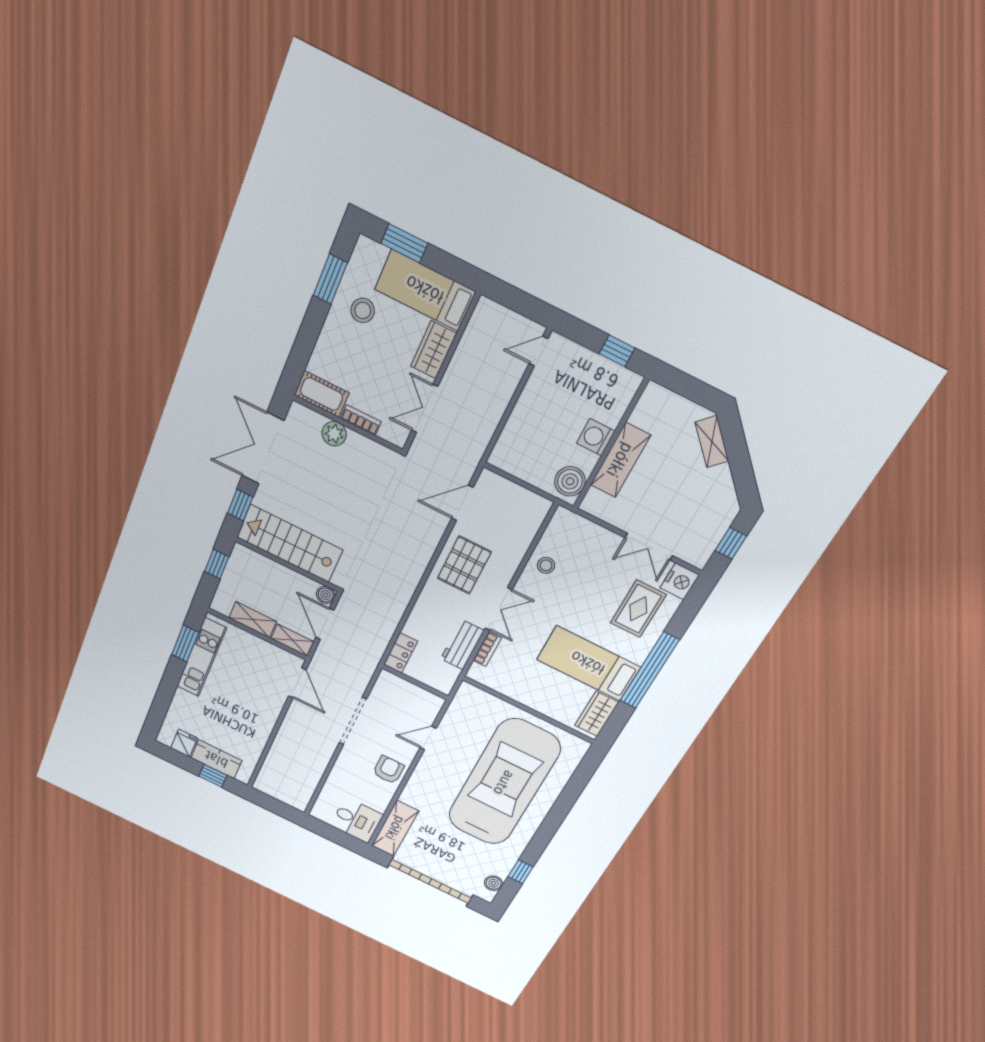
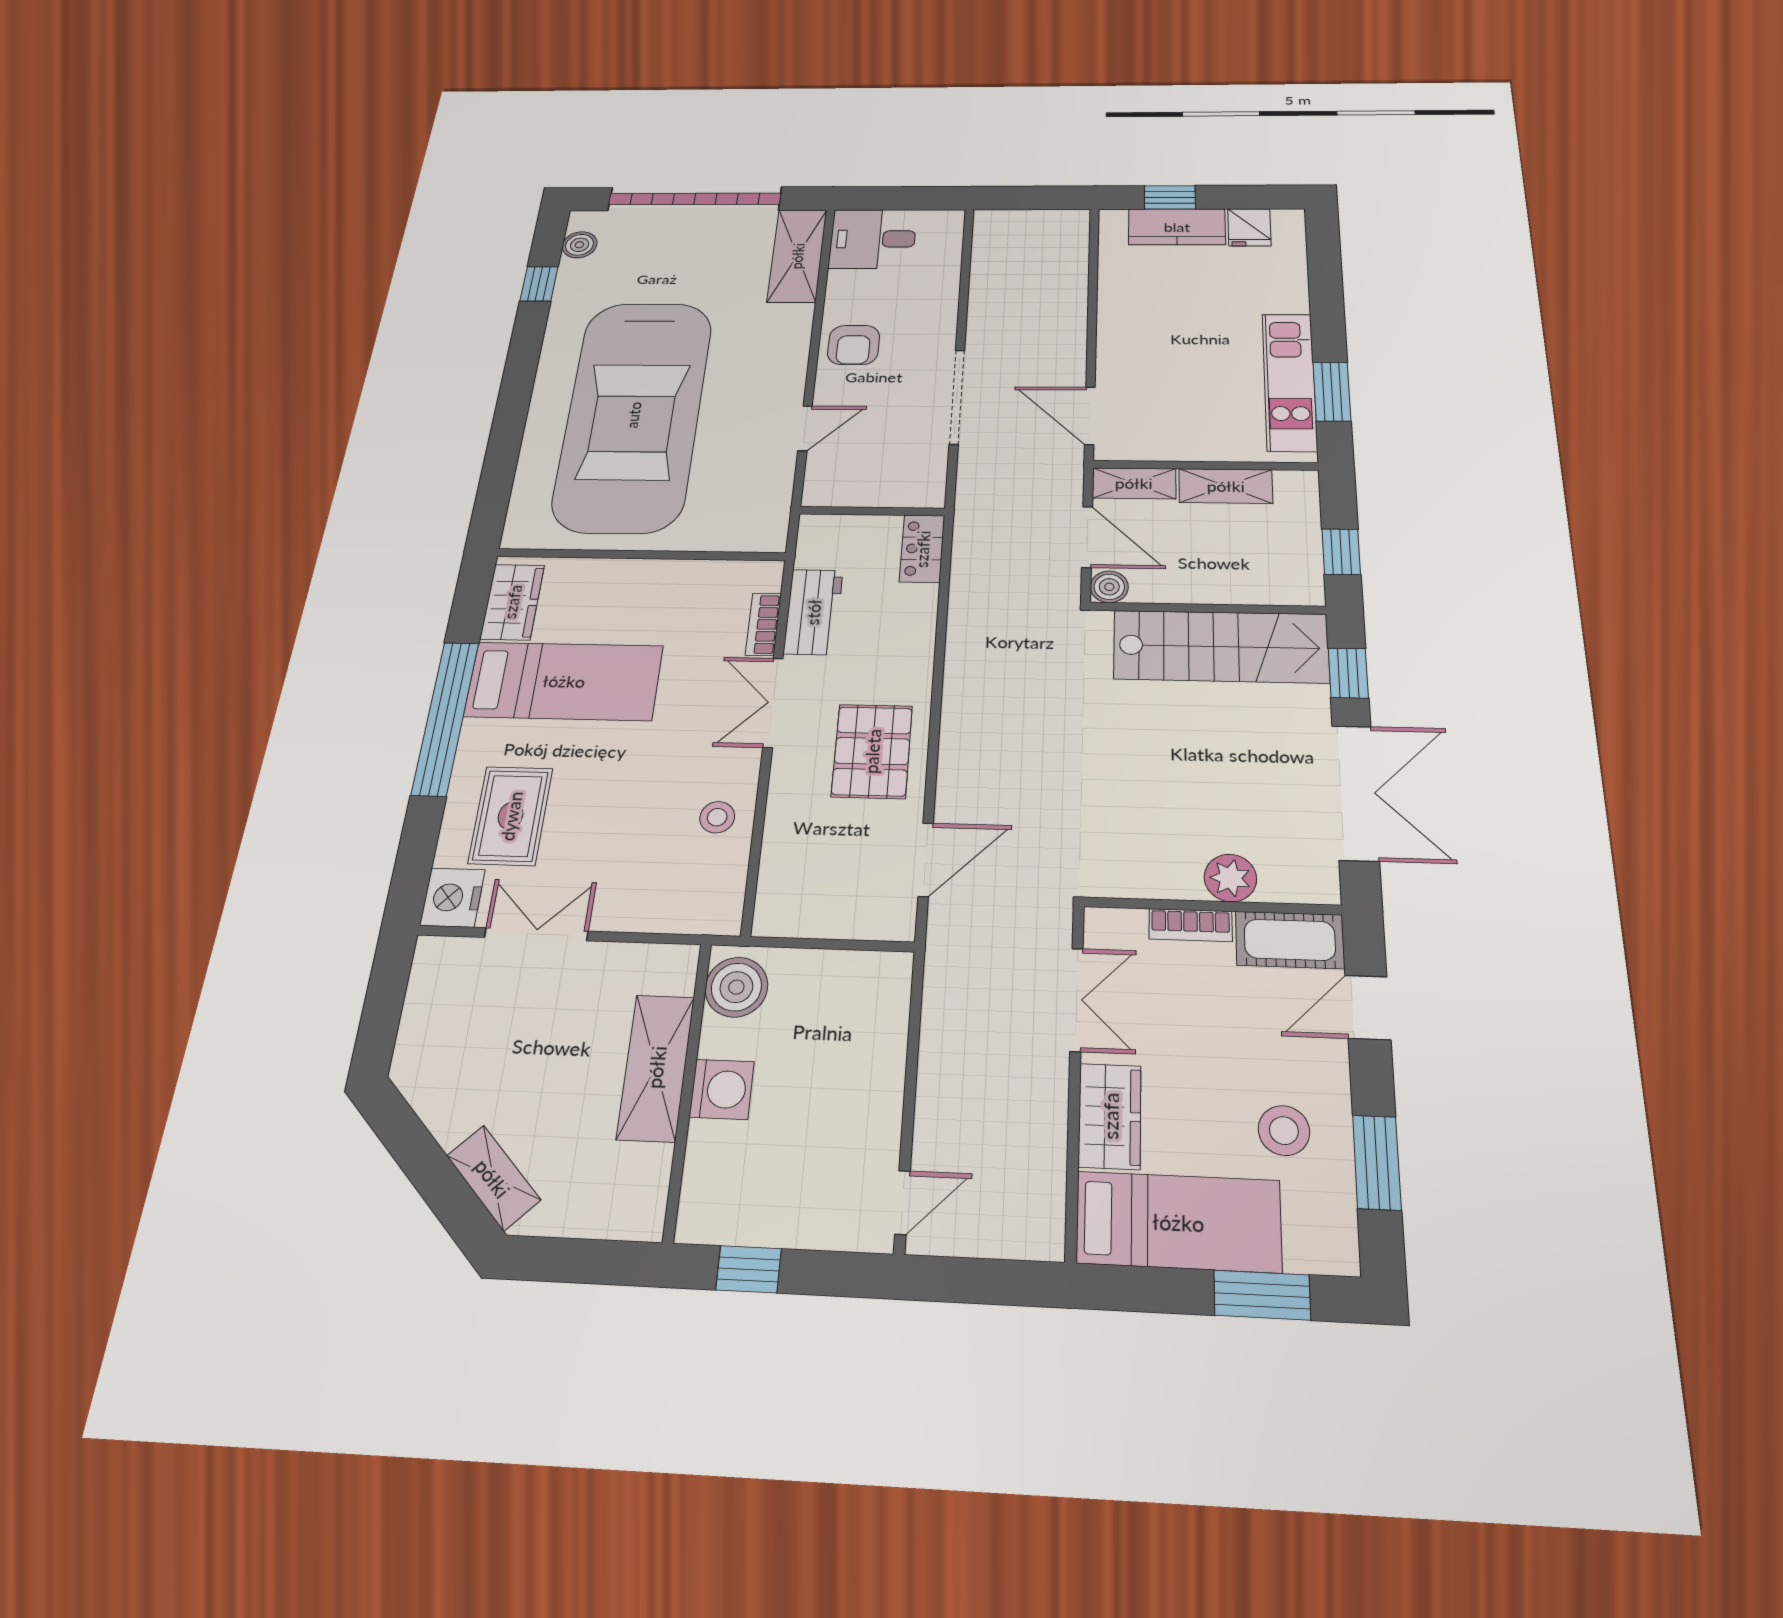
door: (302, 349) -> (1368, 1007), added
window: (731, 543) -> (383, 1007), removed

